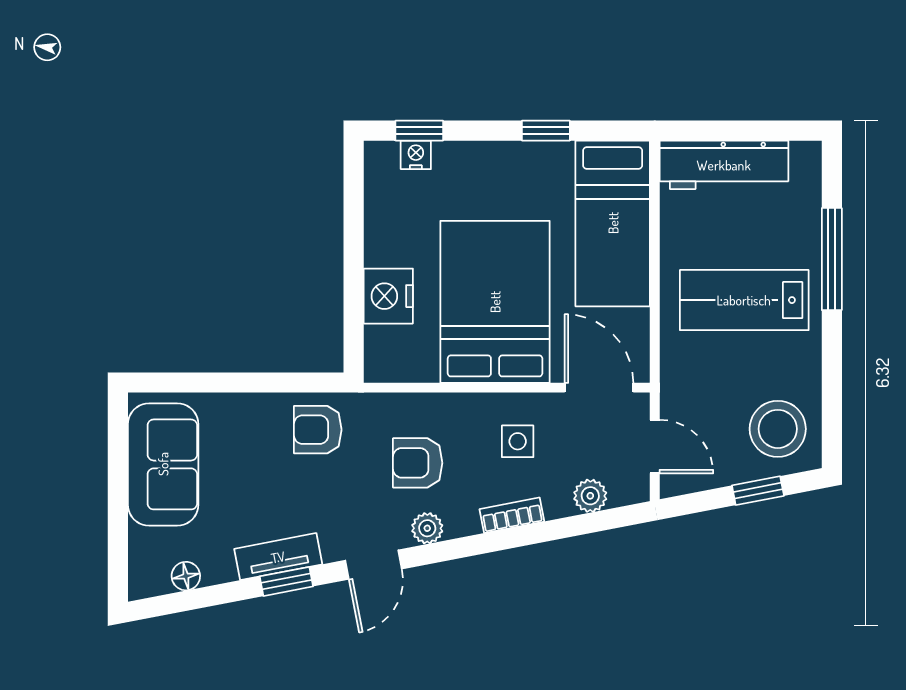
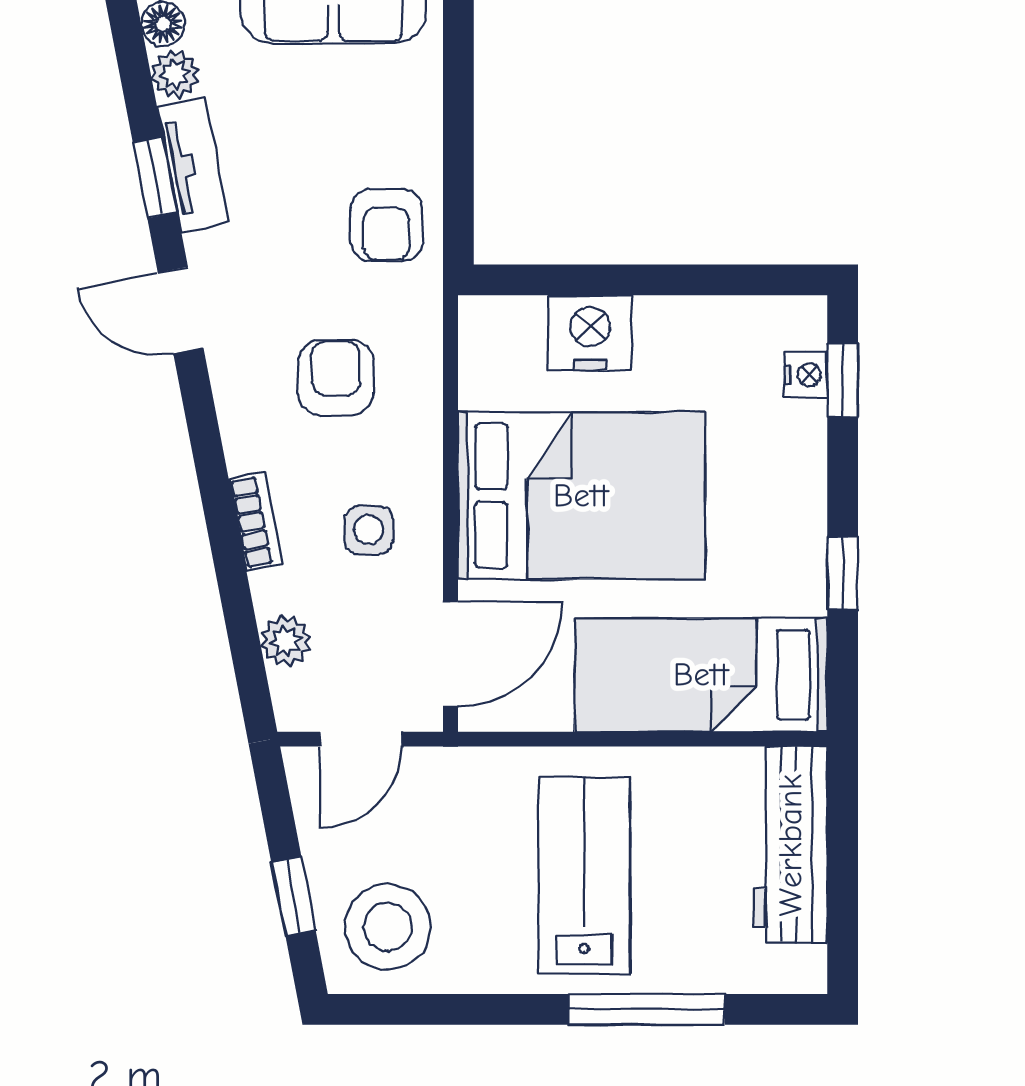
armchair: (318, 430) -> (387, 225), turned 180
plant: (427, 528) -> (175, 74), moved

